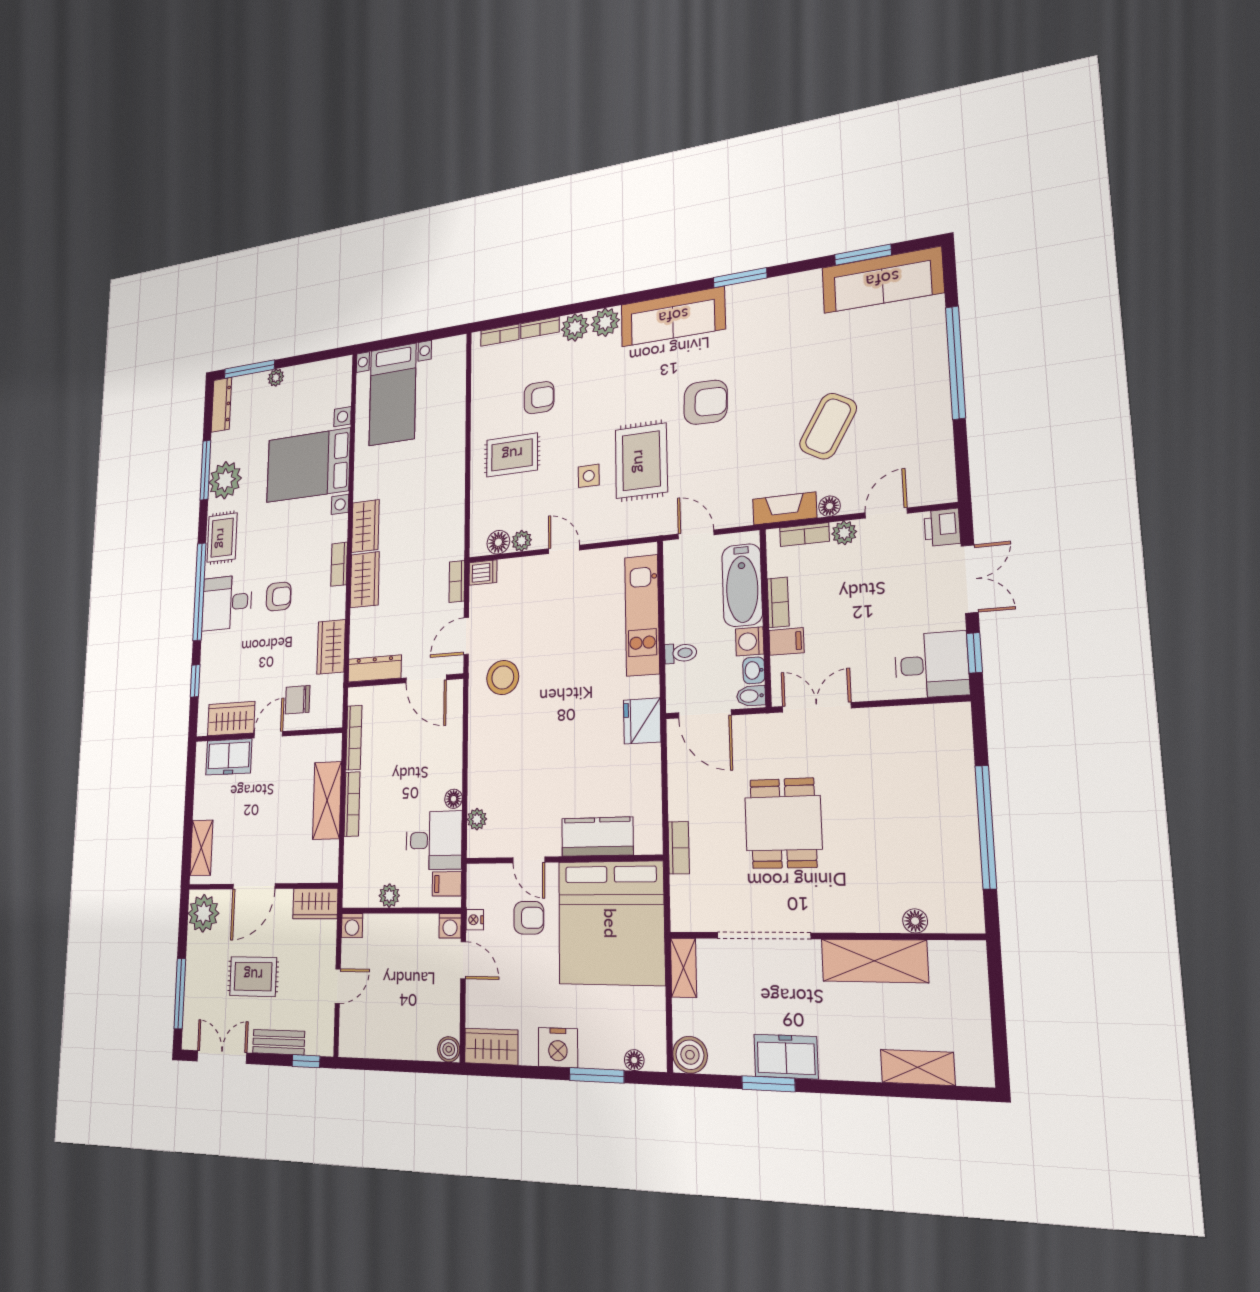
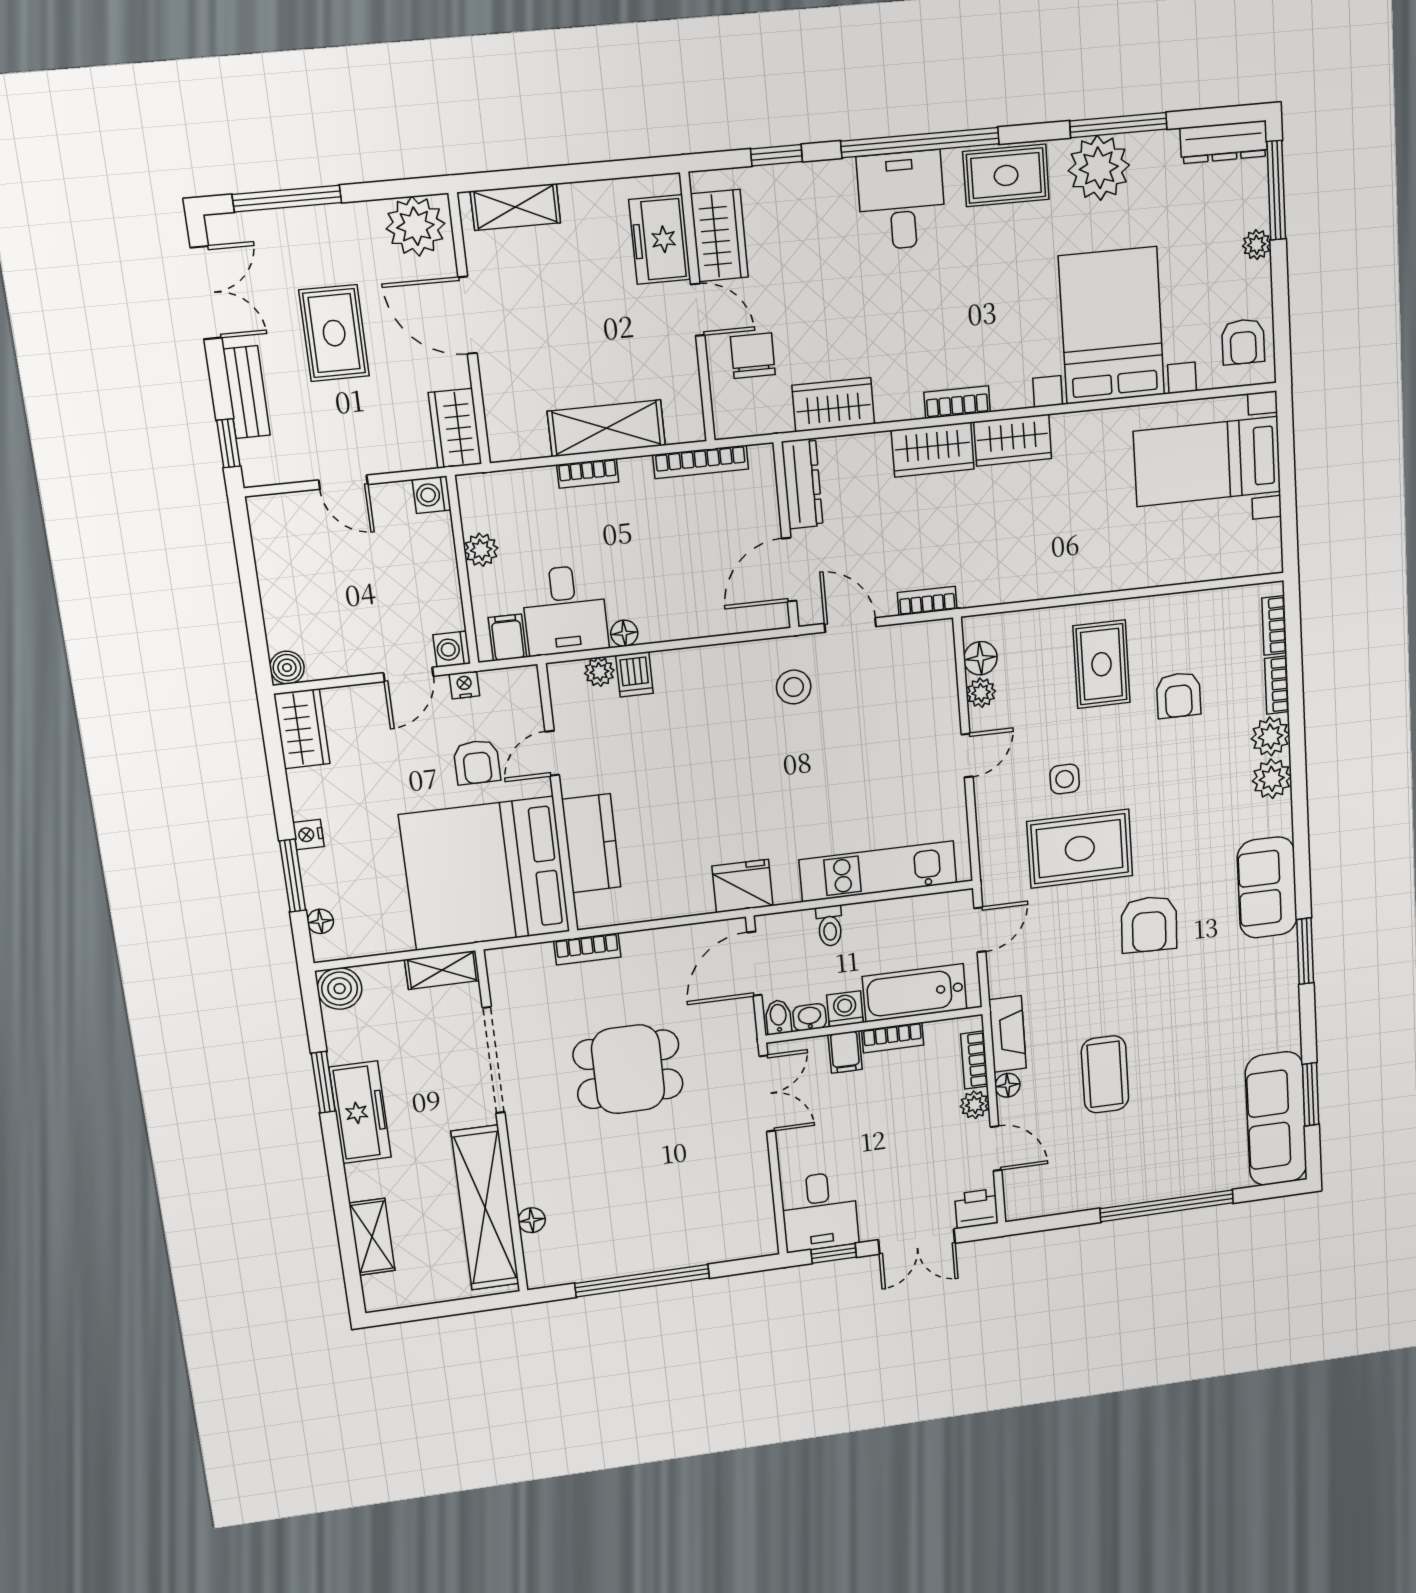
sofa: (673, 317) -> (1267, 887), width x0.73
coffee table: (828, 426) -> (1105, 1074), turned 60
dishwasher: (483, 573) -> (634, 674), moved
armchair: (279, 597) -> (1243, 342), moved
stool: (503, 677) -> (794, 687), width x0.73, depth x0.73
bookcase: (352, 804) -> (588, 473), width x0.64
shelving: (874, 961) -> (485, 1208), width x1.47
nightstand: (558, 1048) -> (308, 835), width x0.53, depth x0.56
freezer: (786, 1056) -> (360, 1112), width x1.40

